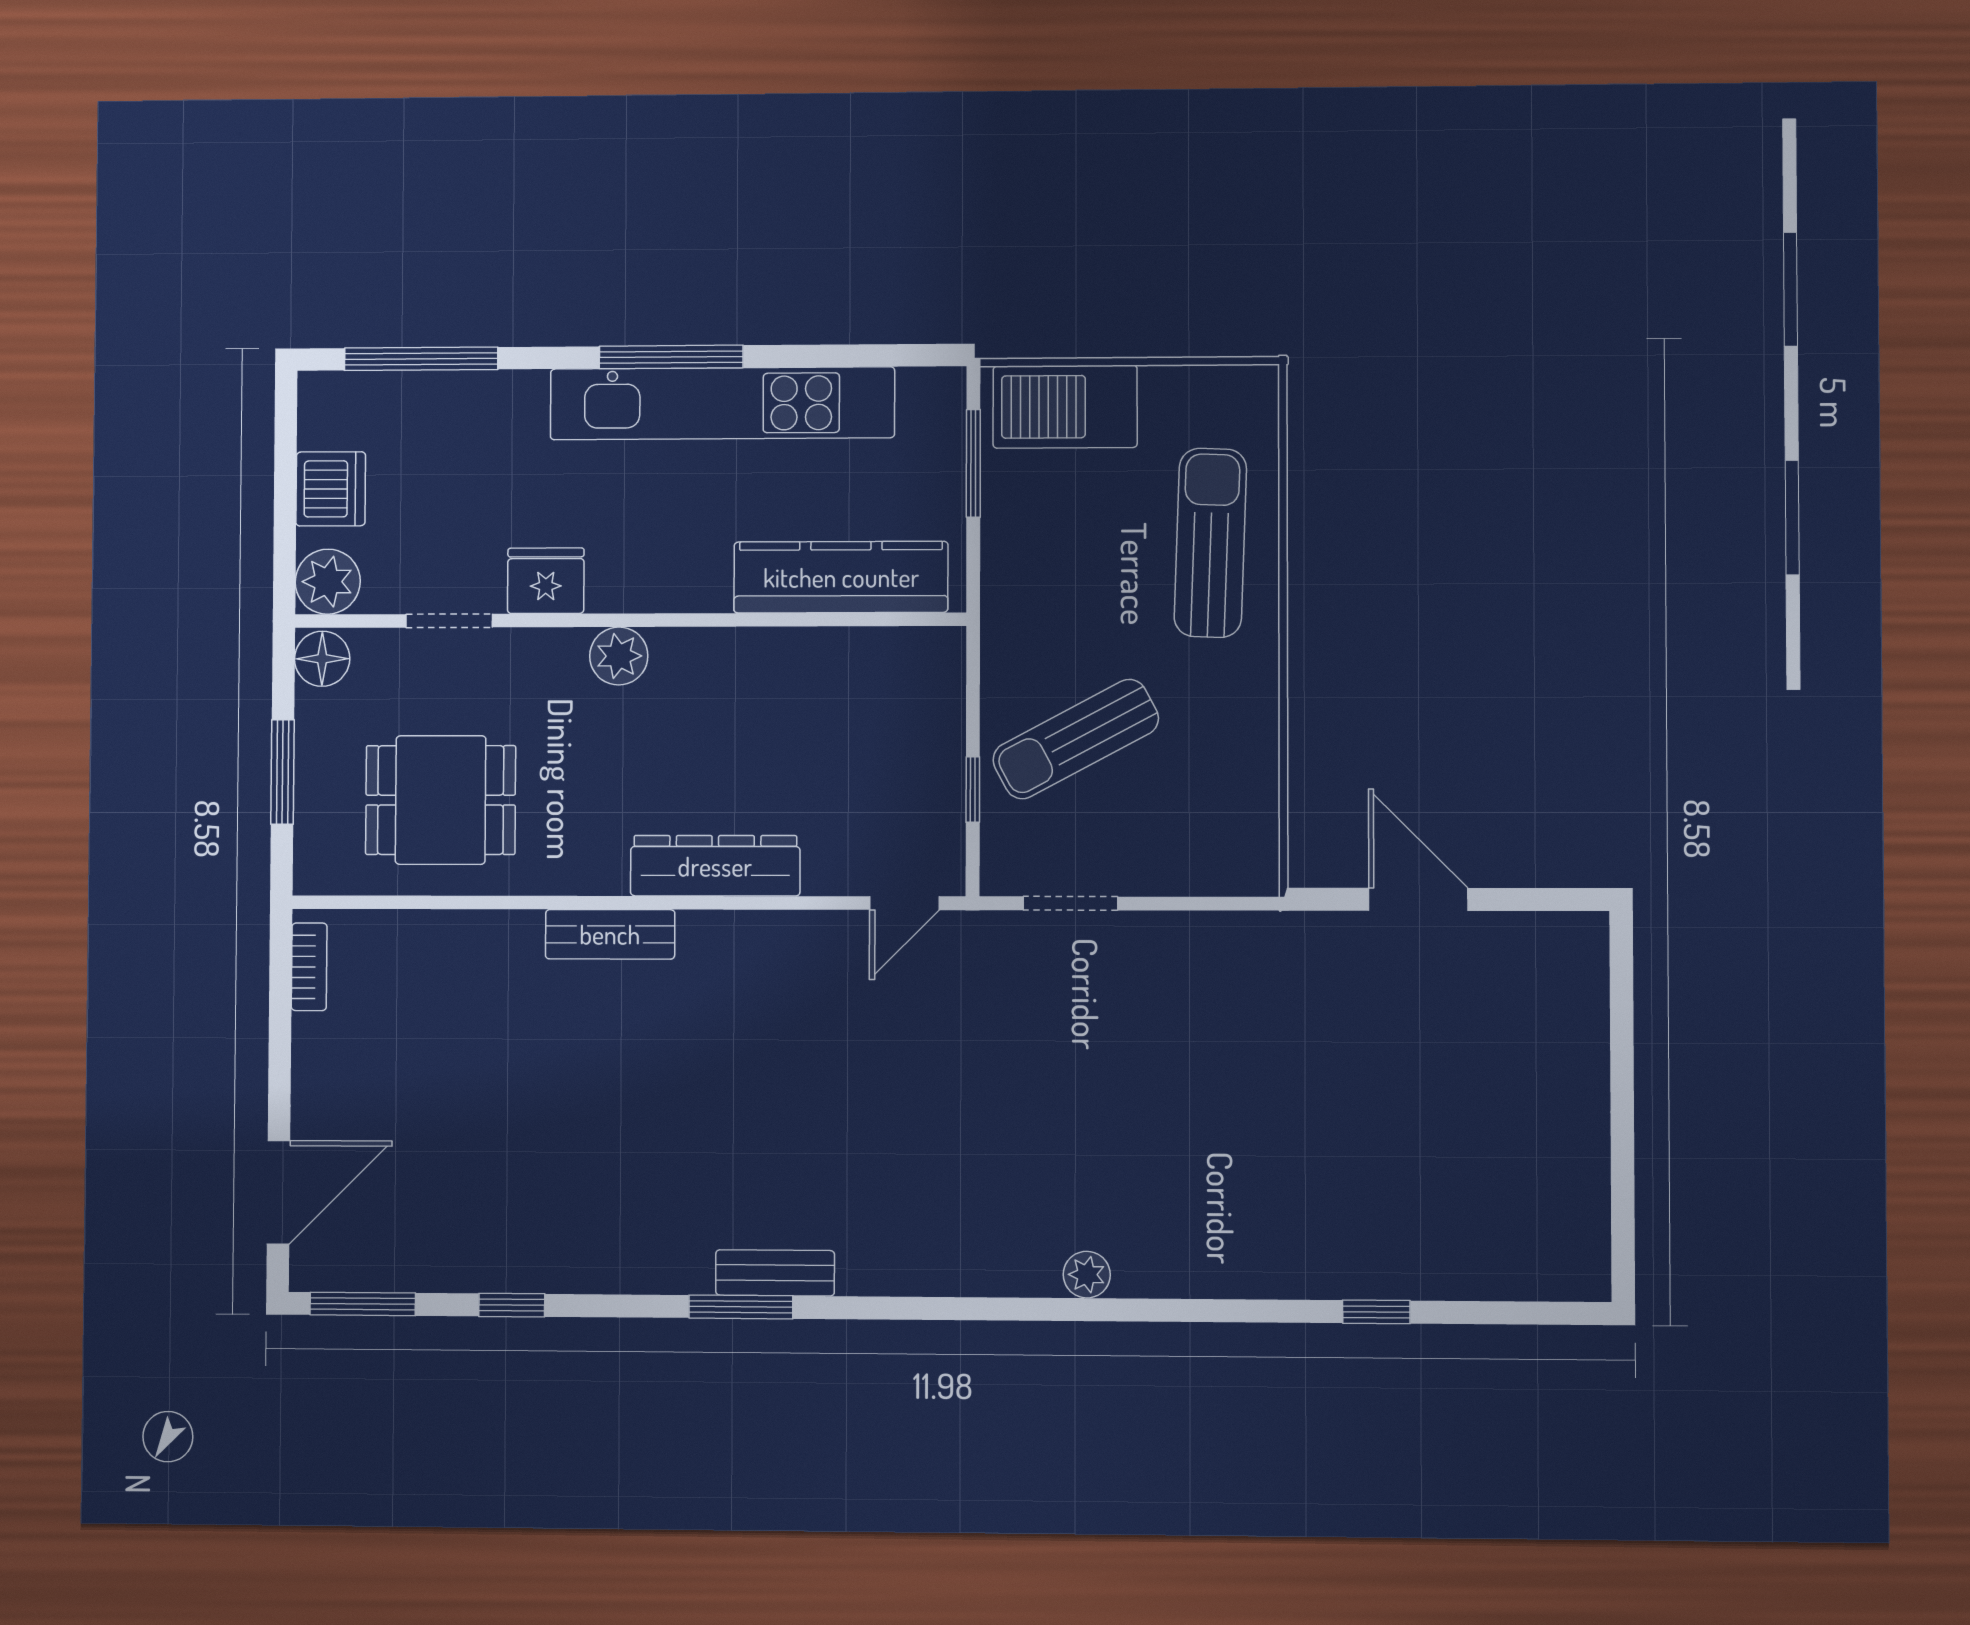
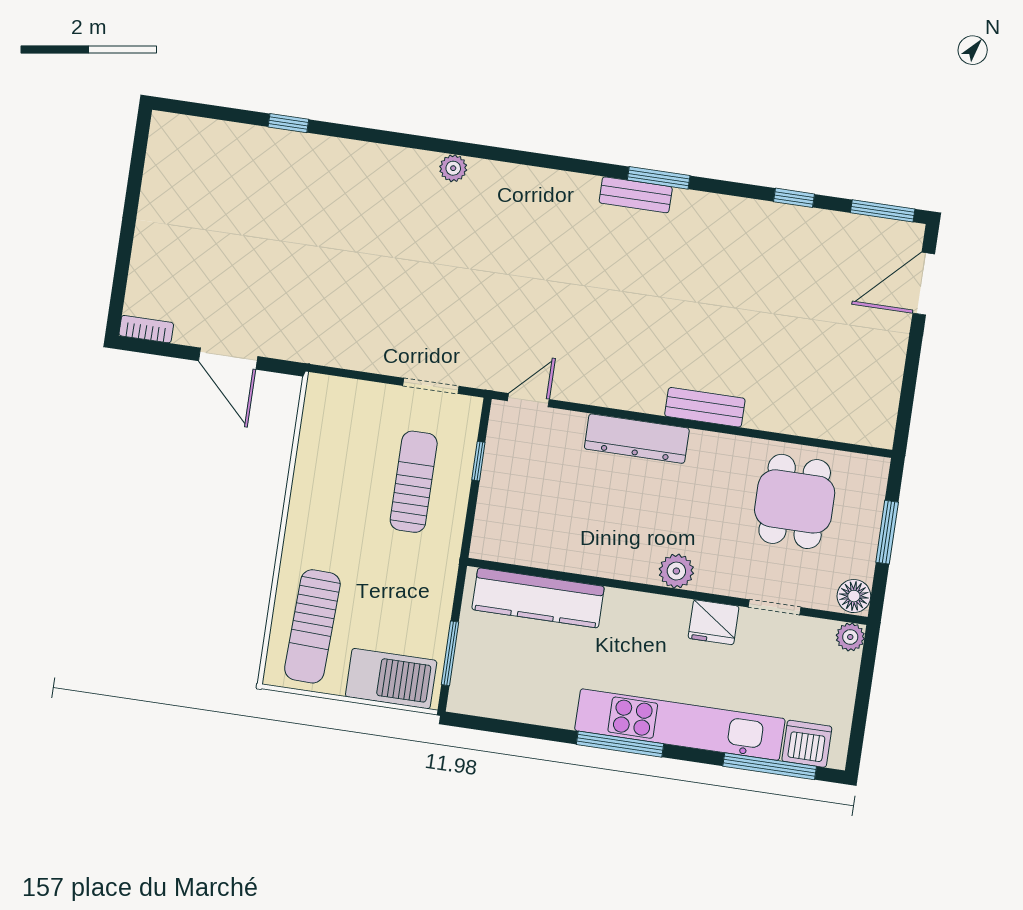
kitchen unit: (722, 403) -> (680, 725), moved
dishwasher: (331, 489) -> (807, 744), moved, turned 90
sun lounger: (1210, 543) -> (312, 626), moved
plant: (328, 582) -> (850, 637), width x0.73, depth x0.73
sun lounger: (1076, 739) -> (414, 482), turned -62
dining table: (441, 800) -> (795, 501), turned 90
bookcase: (309, 967) -> (146, 329), moved, turned 90

